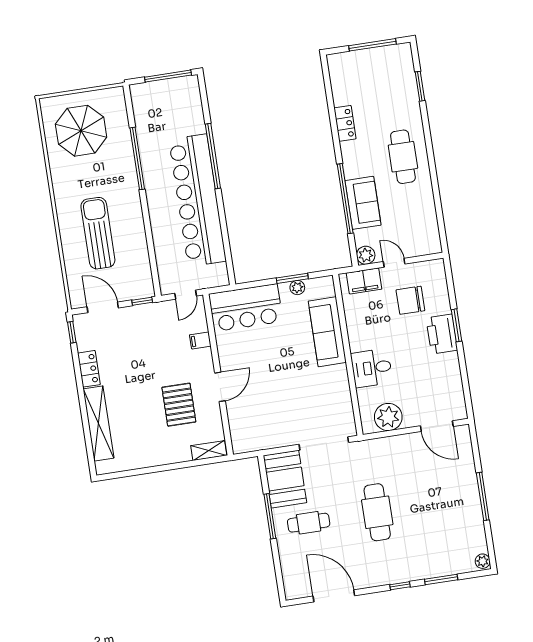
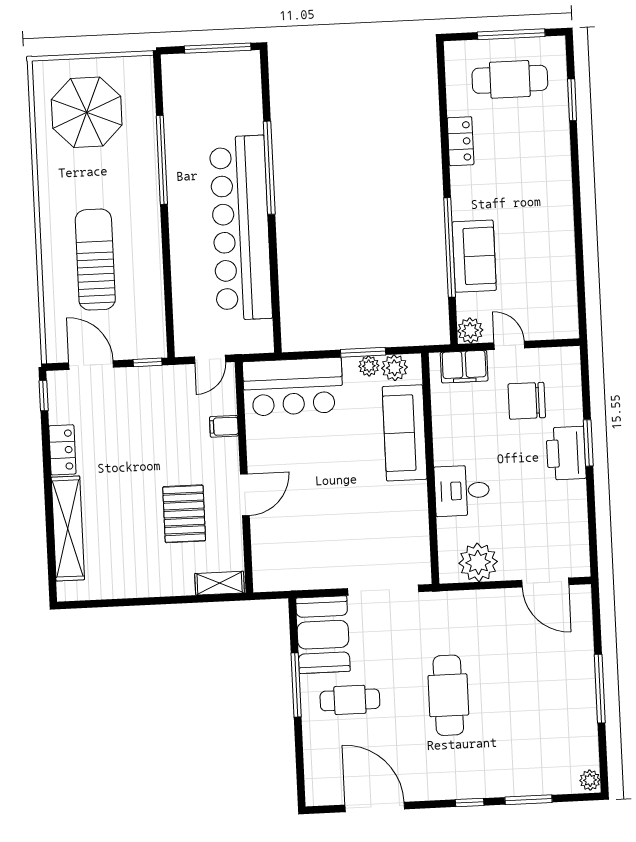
cafe table: (403, 157) -> (510, 79), moved, turned 90
plant: (315, 287) -> (394, 368), added

